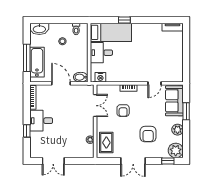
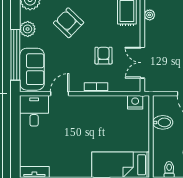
desk: (101, 53) -> (34, 111), moved, turned -90
bidet: (81, 77) -> (163, 122), moved
window: (186, 111) -> (15, 55), width x2.11
armchair: (148, 134) -> (69, 23), turned -46

